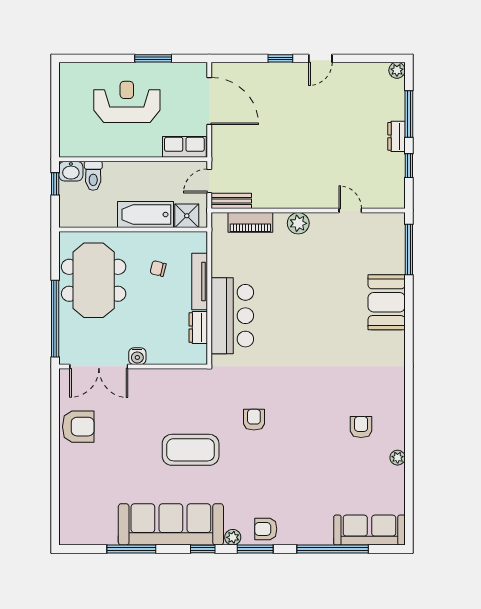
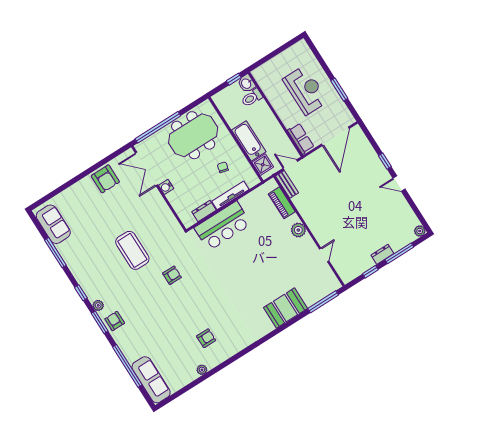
sofa: (171, 524) -> (53, 224), moved, width x0.54, depth x0.79

